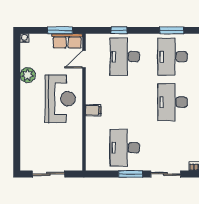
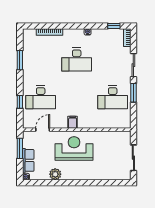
row of seats: (67, 41) -> (28, 160), moved
desk: (173, 57) -> (41, 60), removed
door: (84, 59) -> (43, 130), swing flipped
filing cabinet: (93, 110) -> (73, 122), moved

